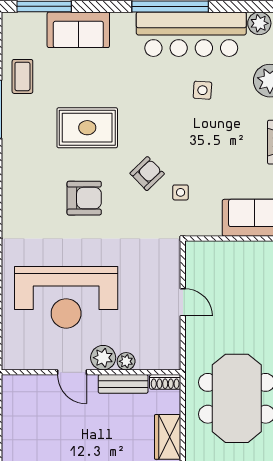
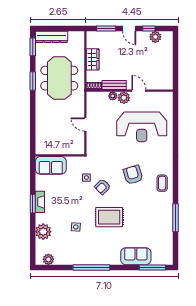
bar counter: (191, 34) -> (81, 254), removed
coffee table: (22, 76) -> (162, 183), moved
rug: (87, 128) -> (109, 217), moved
armchair: (84, 198) -> (133, 175), turned 73
reception desk: (66, 297) -> (142, 127), turned 180

